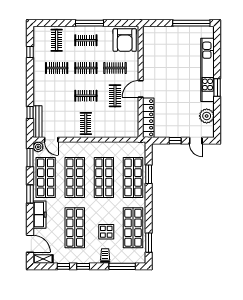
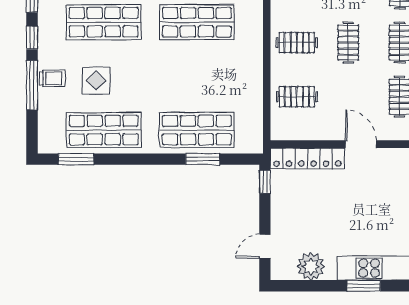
clothes rail: (115, 96) -> (297, 97), moved
window: (175, 141) -> (265, 182), moved
shop shelf: (104, 177) -> (197, 76), removed
window: (122, 266) -> (32, 85), moved

